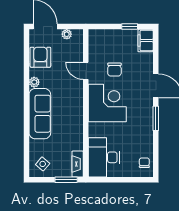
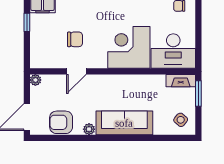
plant: (67, 34) -> (35, 80), moved
corner desk: (107, 103) -> (129, 47), moved

